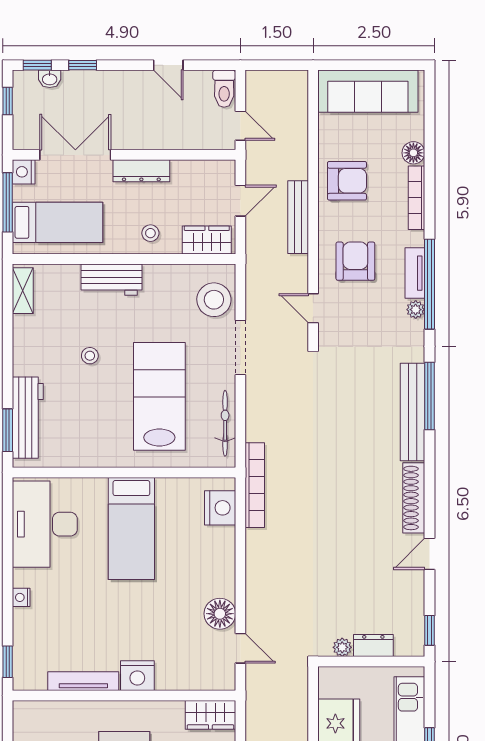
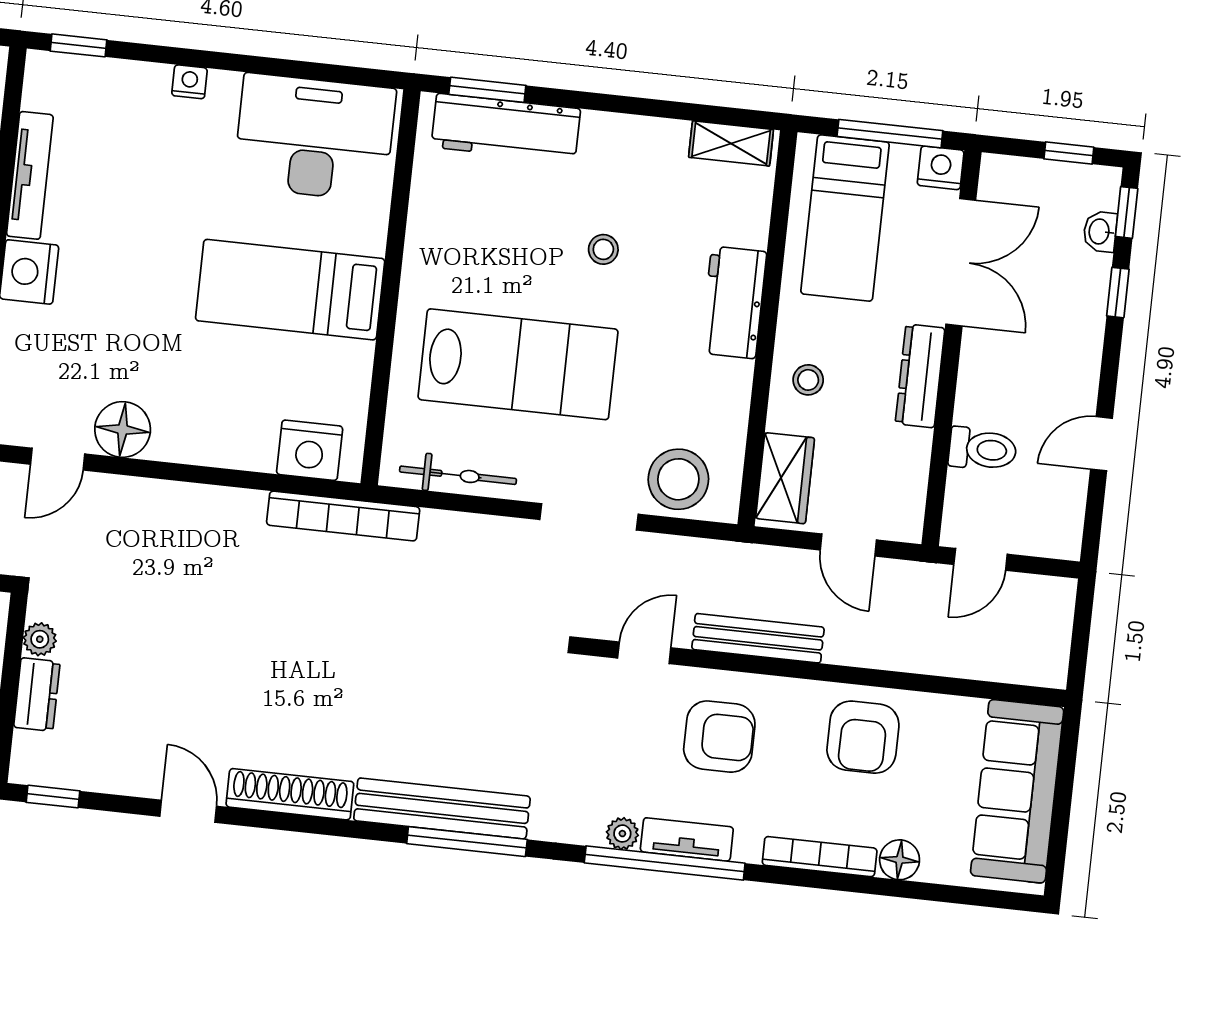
toilet: (224, 89) -> (983, 449), moved, turned 180
bench: (298, 217) -> (758, 638), moved

